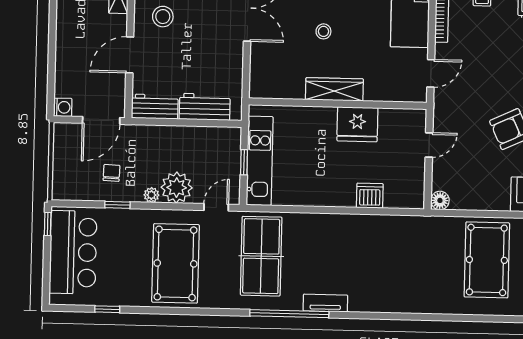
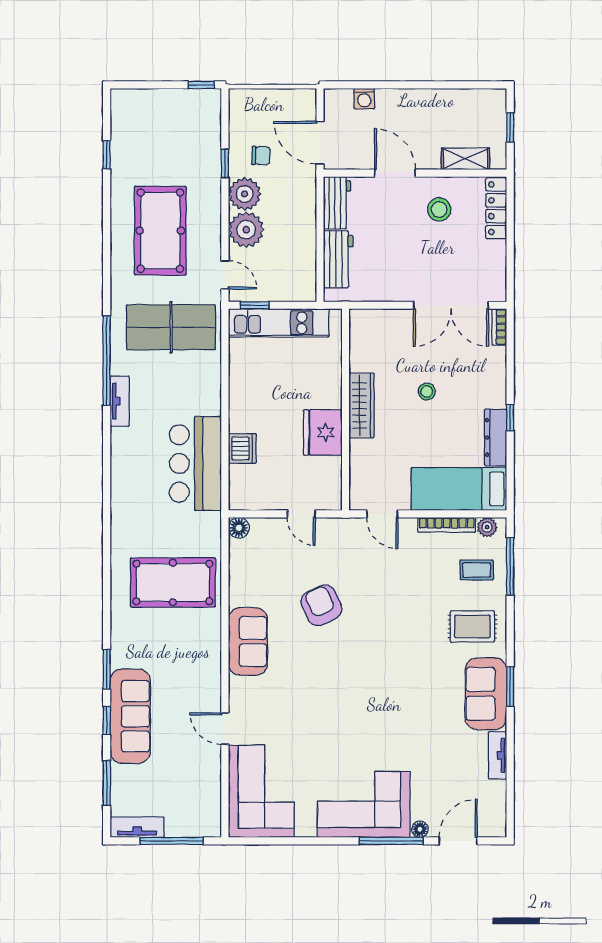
washing machine: (63, 107) -> (364, 99), moved
window: (244, 162) -> (255, 305), moved
plant: (151, 195) -> (245, 194), width x1.87, depth x1.87
bar counter: (73, 252) -> (195, 463), moved, turned 90
pool table: (176, 263) -> (160, 231), turned 90

